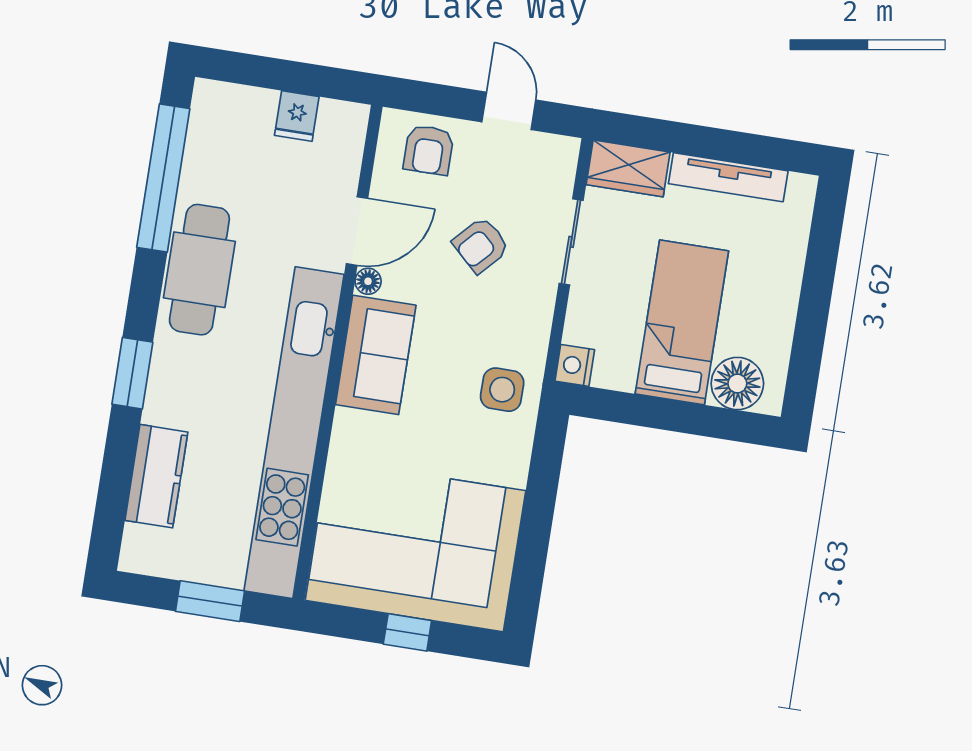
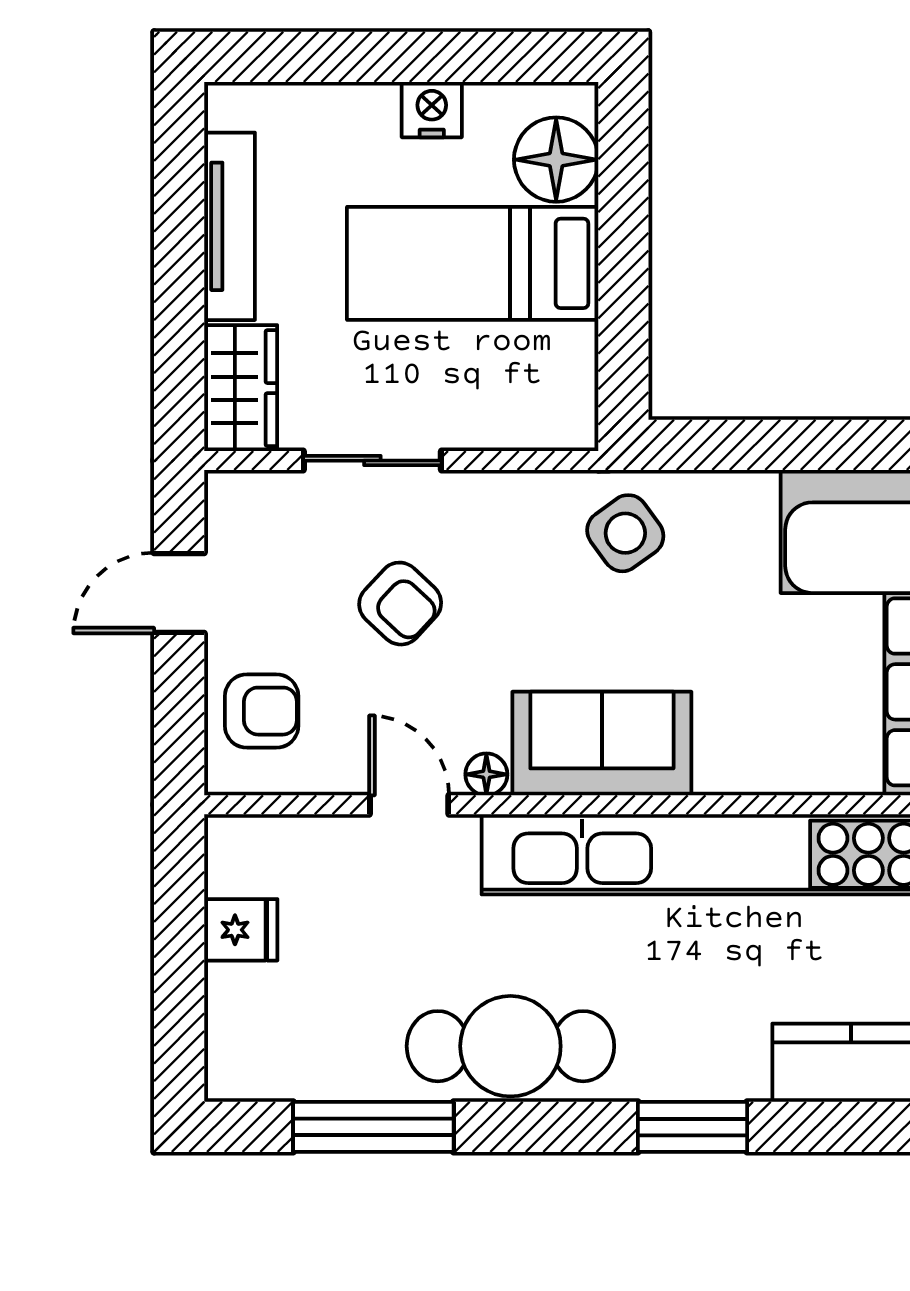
window: (163, 178) -> (373, 1127), width x0.68
door: (357, 231) -> (409, 805), width x0.73
nightstand: (575, 365) -> (432, 110), moved, turned 180
side table: (502, 390) -> (625, 533), turned -36

